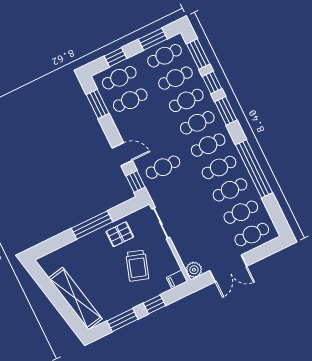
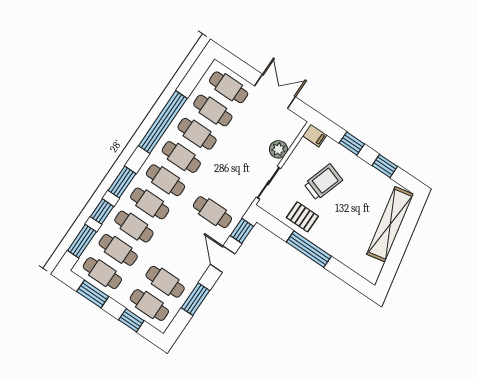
window: (98, 104) -> (196, 299), moved
plant: (194, 270) -> (278, 149), moved
window: (123, 320) -> (385, 166), width x0.67

